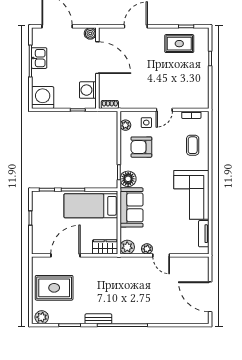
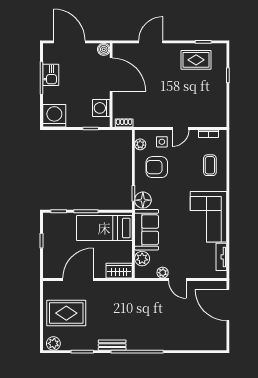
plant: (127, 247) -> (142, 259), moved
door: (210, 297) -> (228, 305), moved

